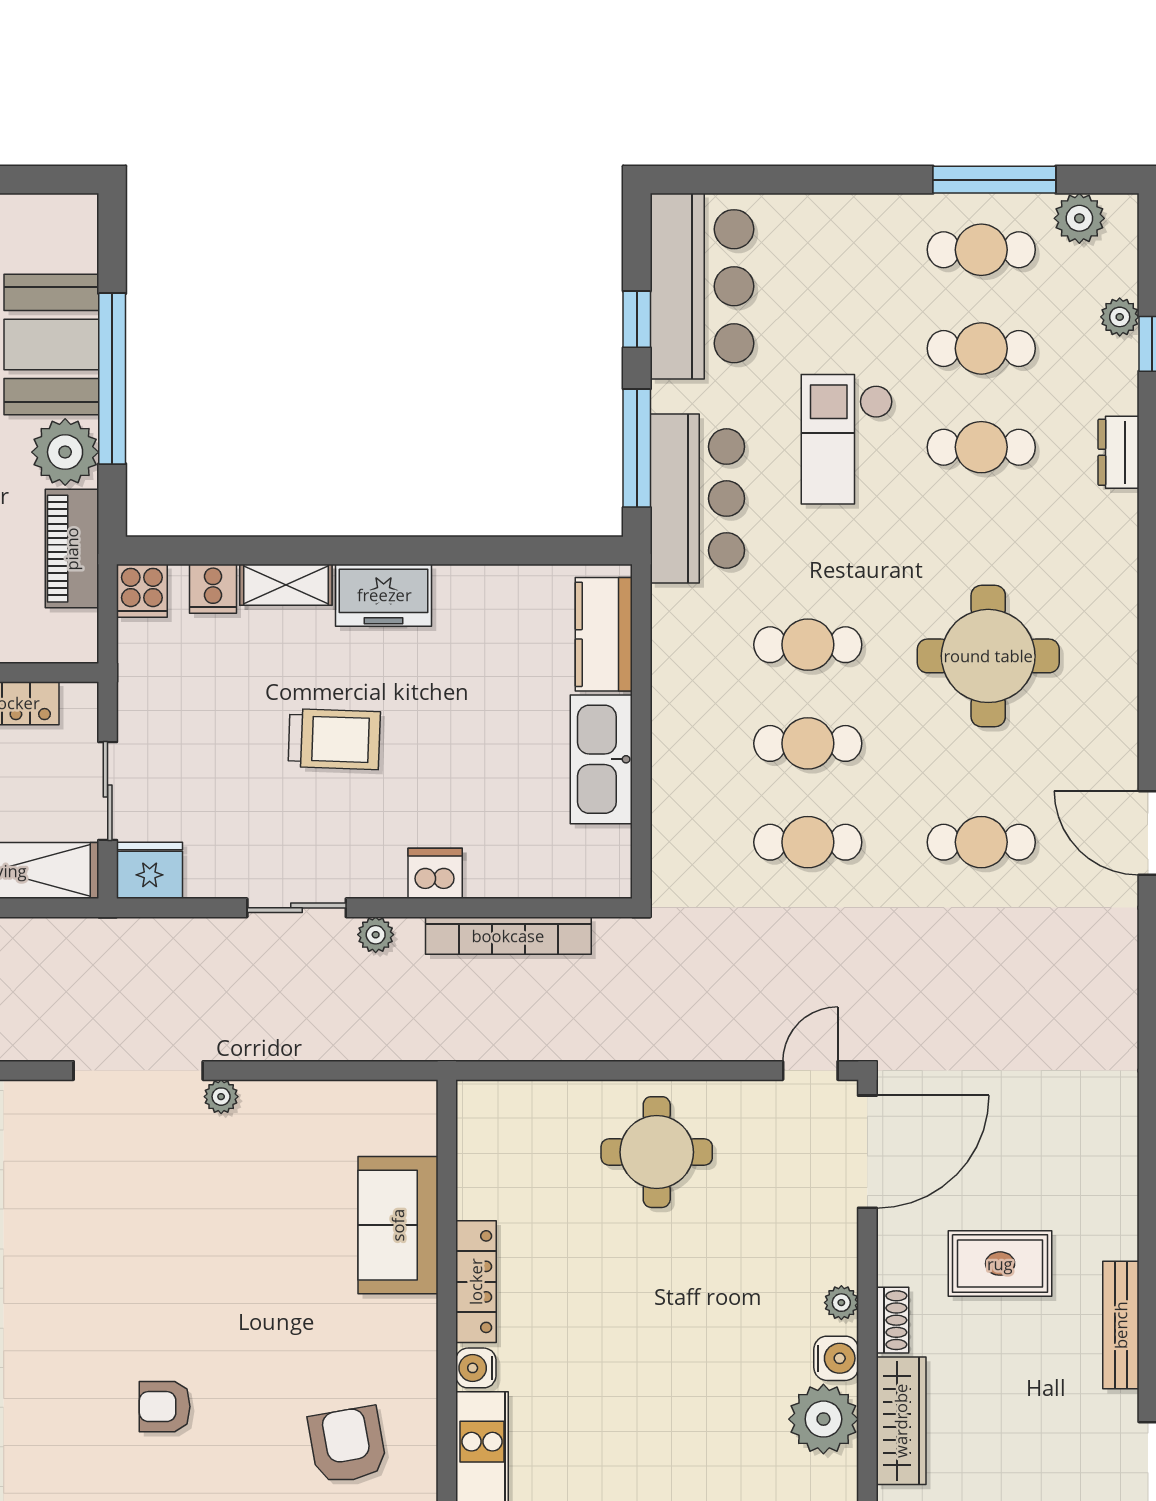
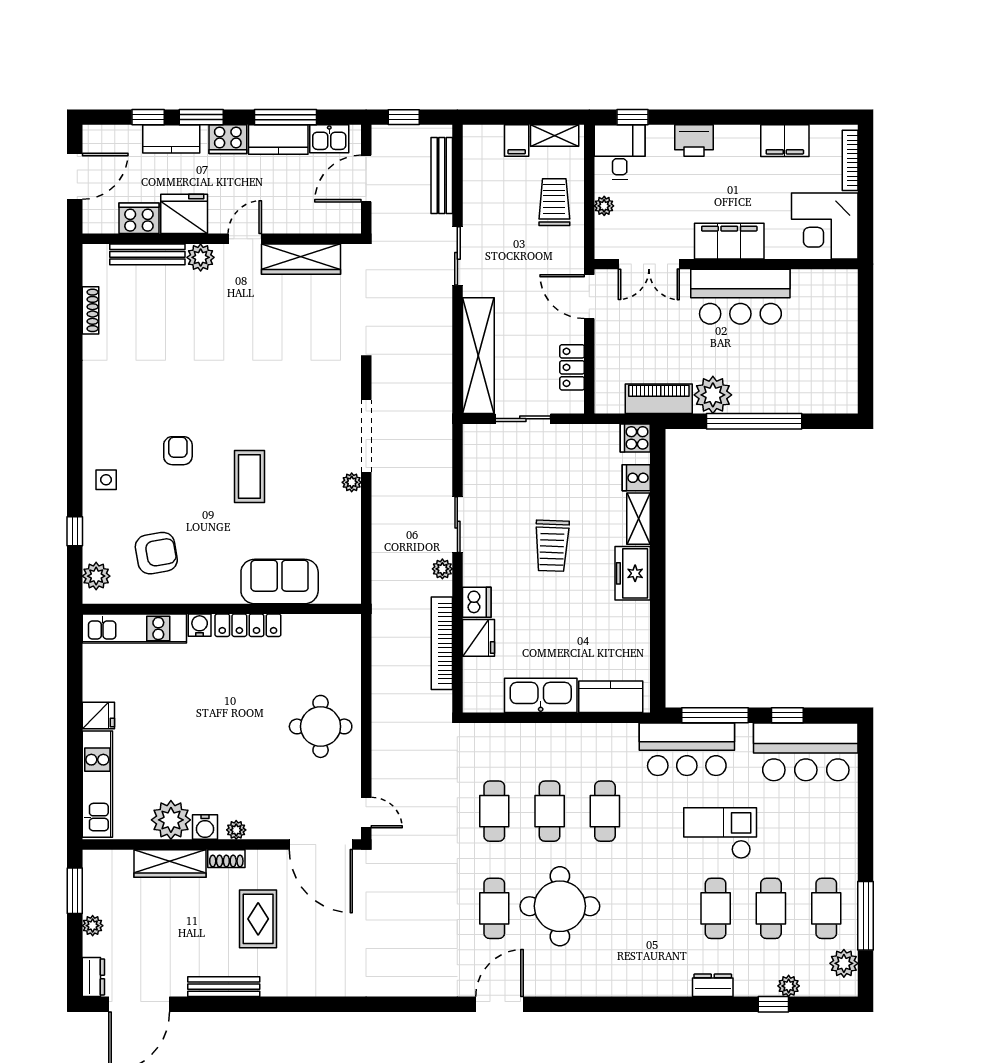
booth: (51, 344) -> (773, 387), removed
round table: (988, 656) -> (560, 906), moved
fridge: (150, 870) -> (478, 638), moved
coffee table: (211, 1279) -> (249, 477), added

